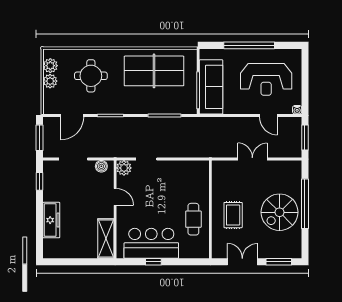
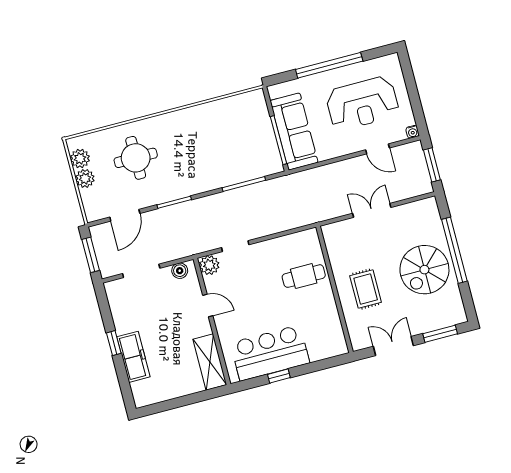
table tennis table: (154, 71) -> (215, 130), removed
window: (40, 181) -> (114, 343), moved
cafe table: (193, 219) -> (304, 276), moved, turned 90

